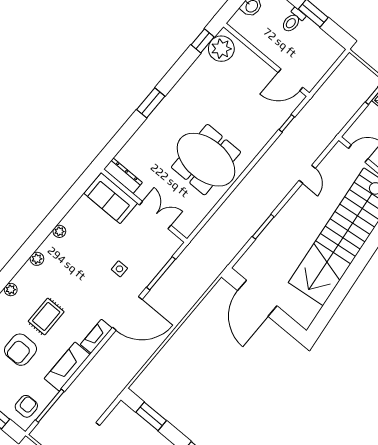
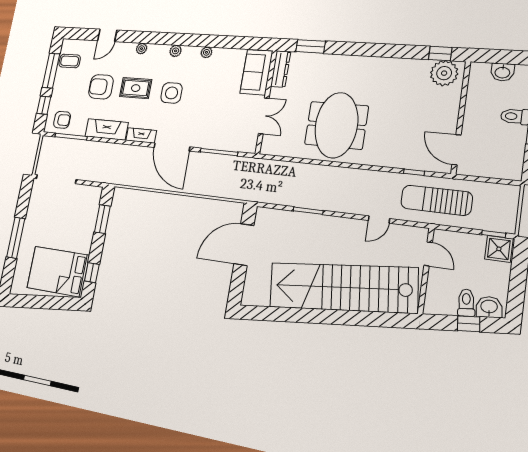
window: (151, 103) -> (311, 46), moved
sun lounger: (320, 121) -> (436, 200), added
side table: (119, 269) -> (172, 93), moved, width x1.87, depth x1.87

